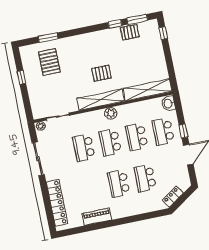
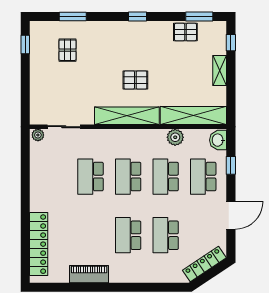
window: (115, 24) -> (138, 17), moved
shelving: (159, 54) -> (220, 70), added
pallet: (49, 62) -> (68, 50), width x0.67, depth x0.71
window: (21, 77) -> (25, 44), moved
plant: (111, 113) -> (175, 137), moved
window: (183, 131) -> (231, 165), moved
sliding door: (38, 159) -> (25, 179), removed
locker: (173, 197) -> (204, 264), width x1.53

